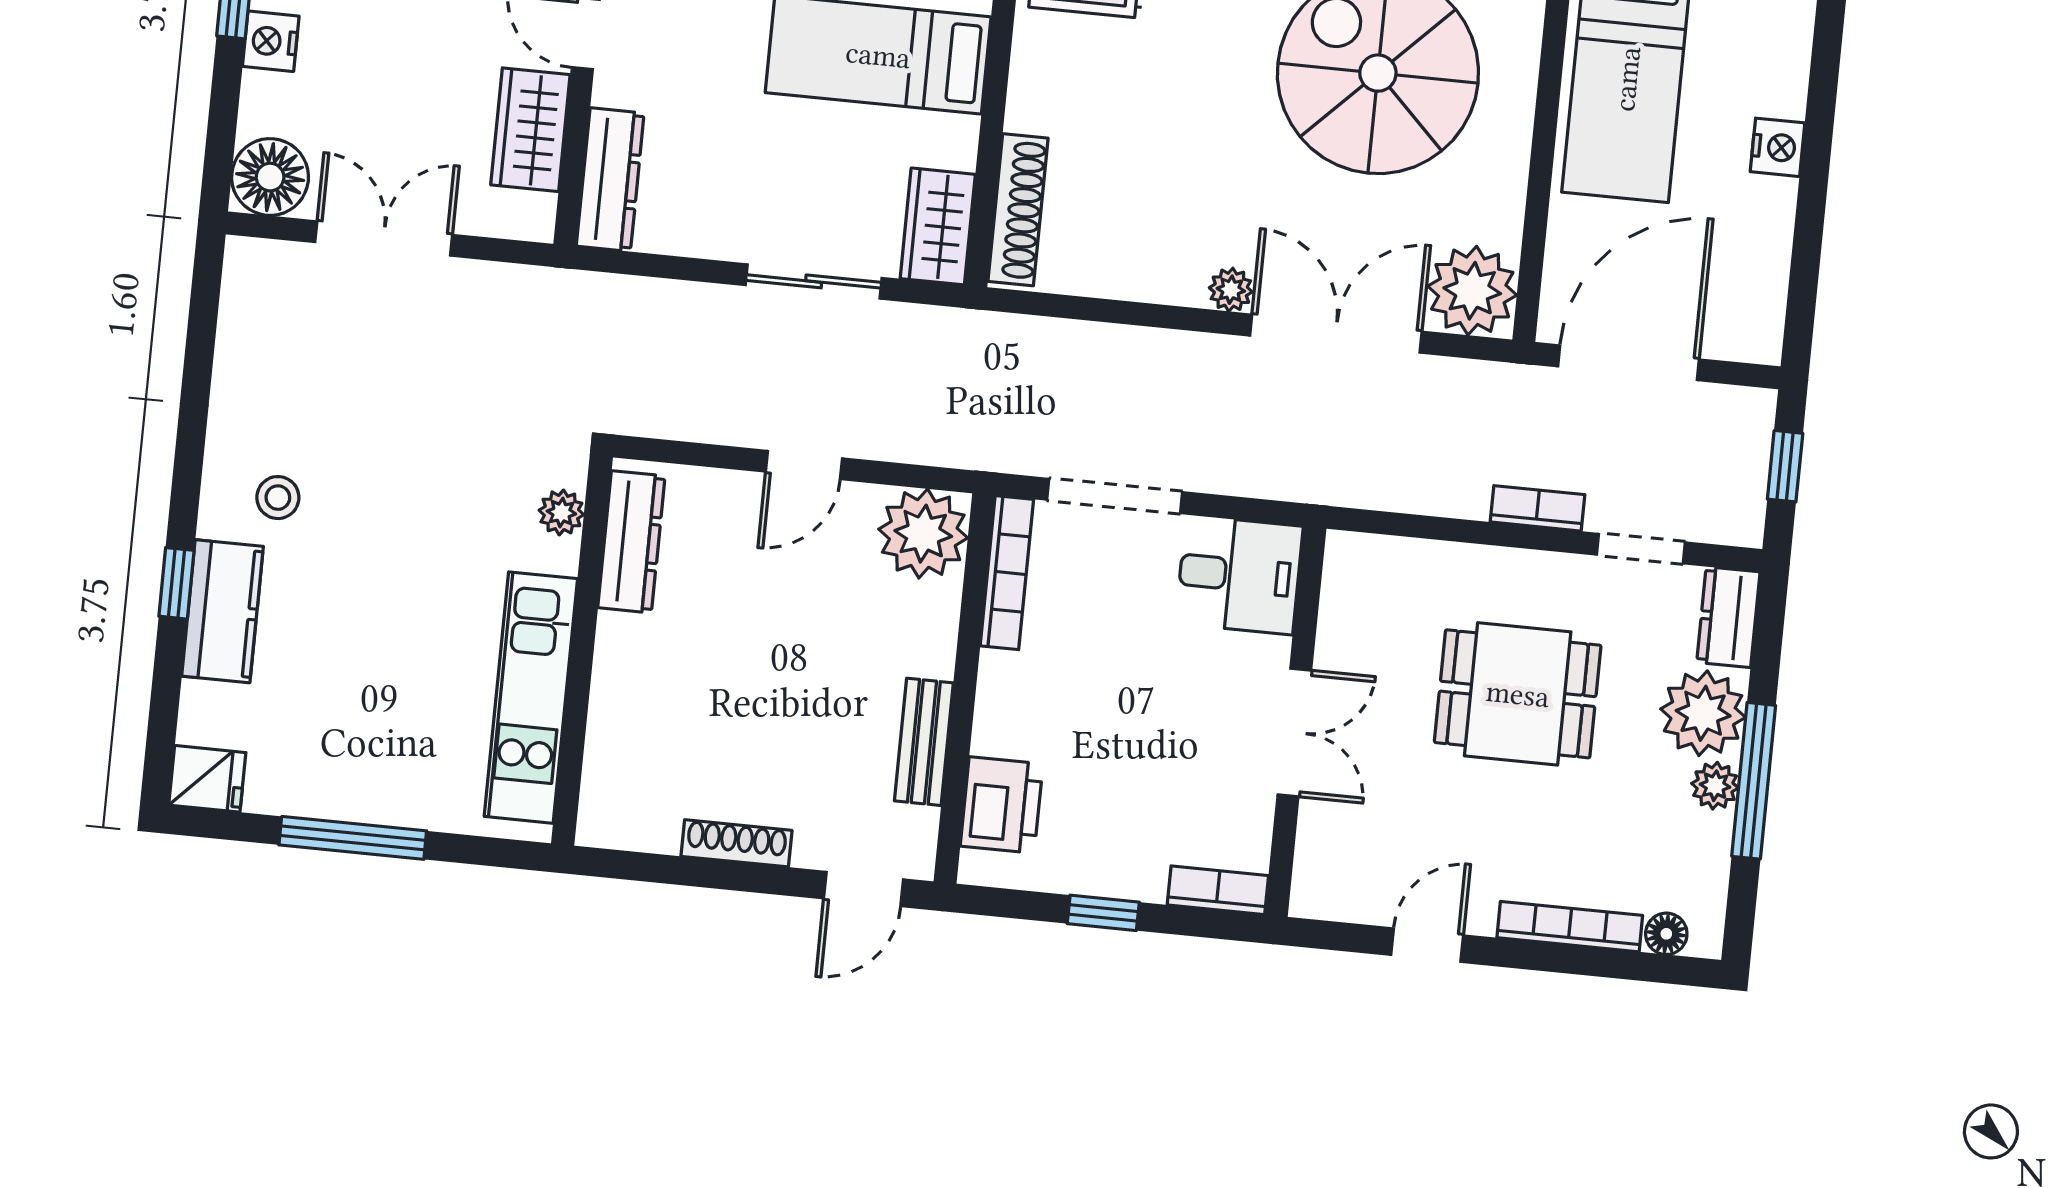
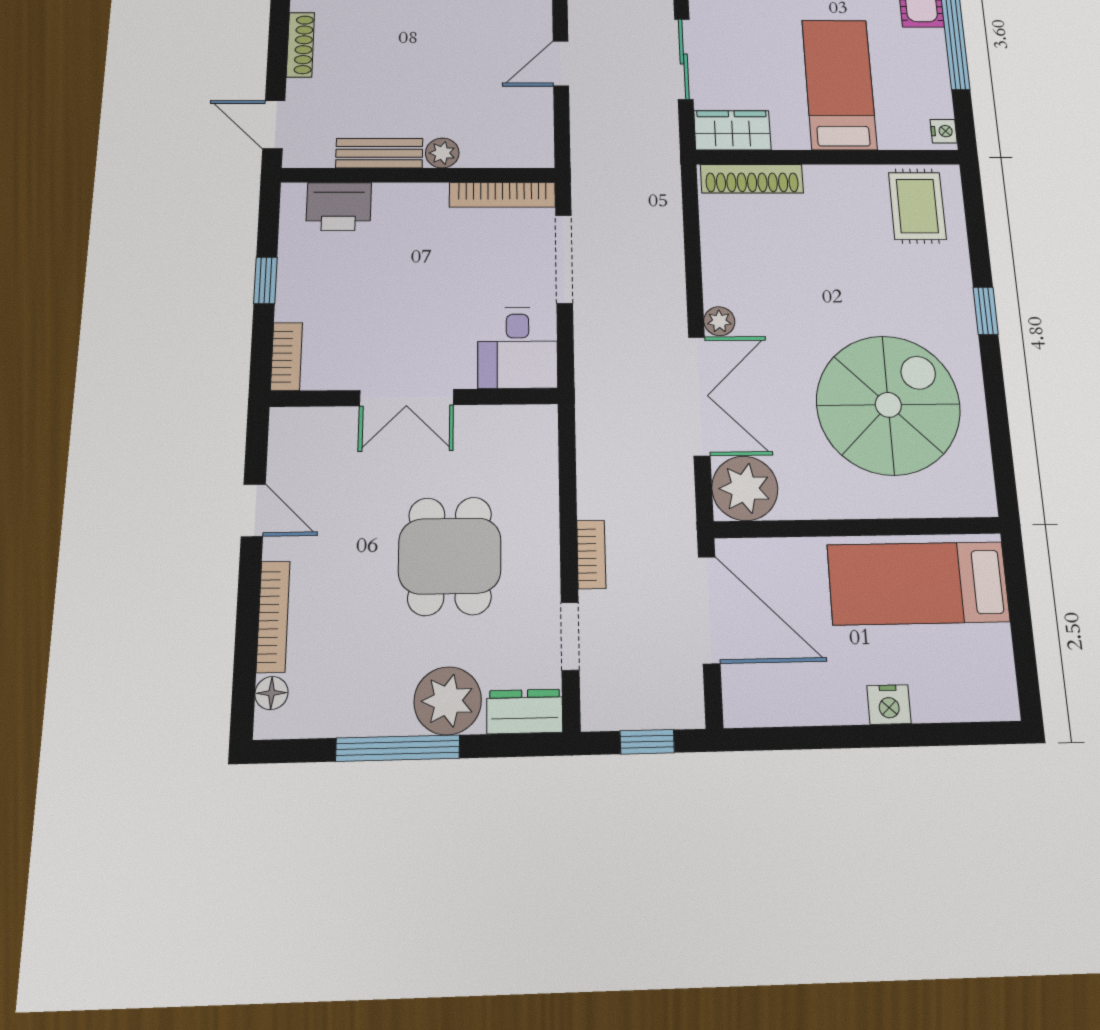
door: (804, 465) -> (561, 64), hinge flipped
plant: (923, 534) -> (442, 153), moved, width x0.53, depth x0.53
plant: (1715, 786) -> (391, 717), removed

